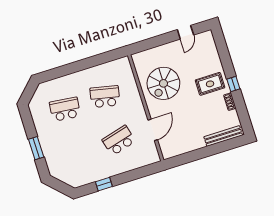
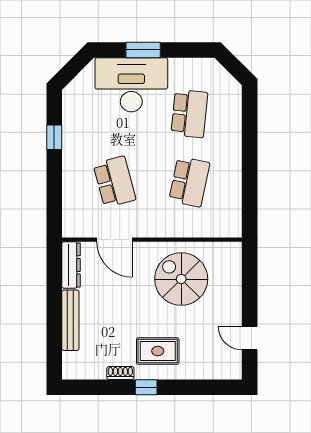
rug: (210, 84) -> (158, 351), turned 90
bench: (223, 136) -> (70, 320), moved
desk: (59, 149) -> (131, 85), added
dresser: (176, 151) -> (71, 265), added

